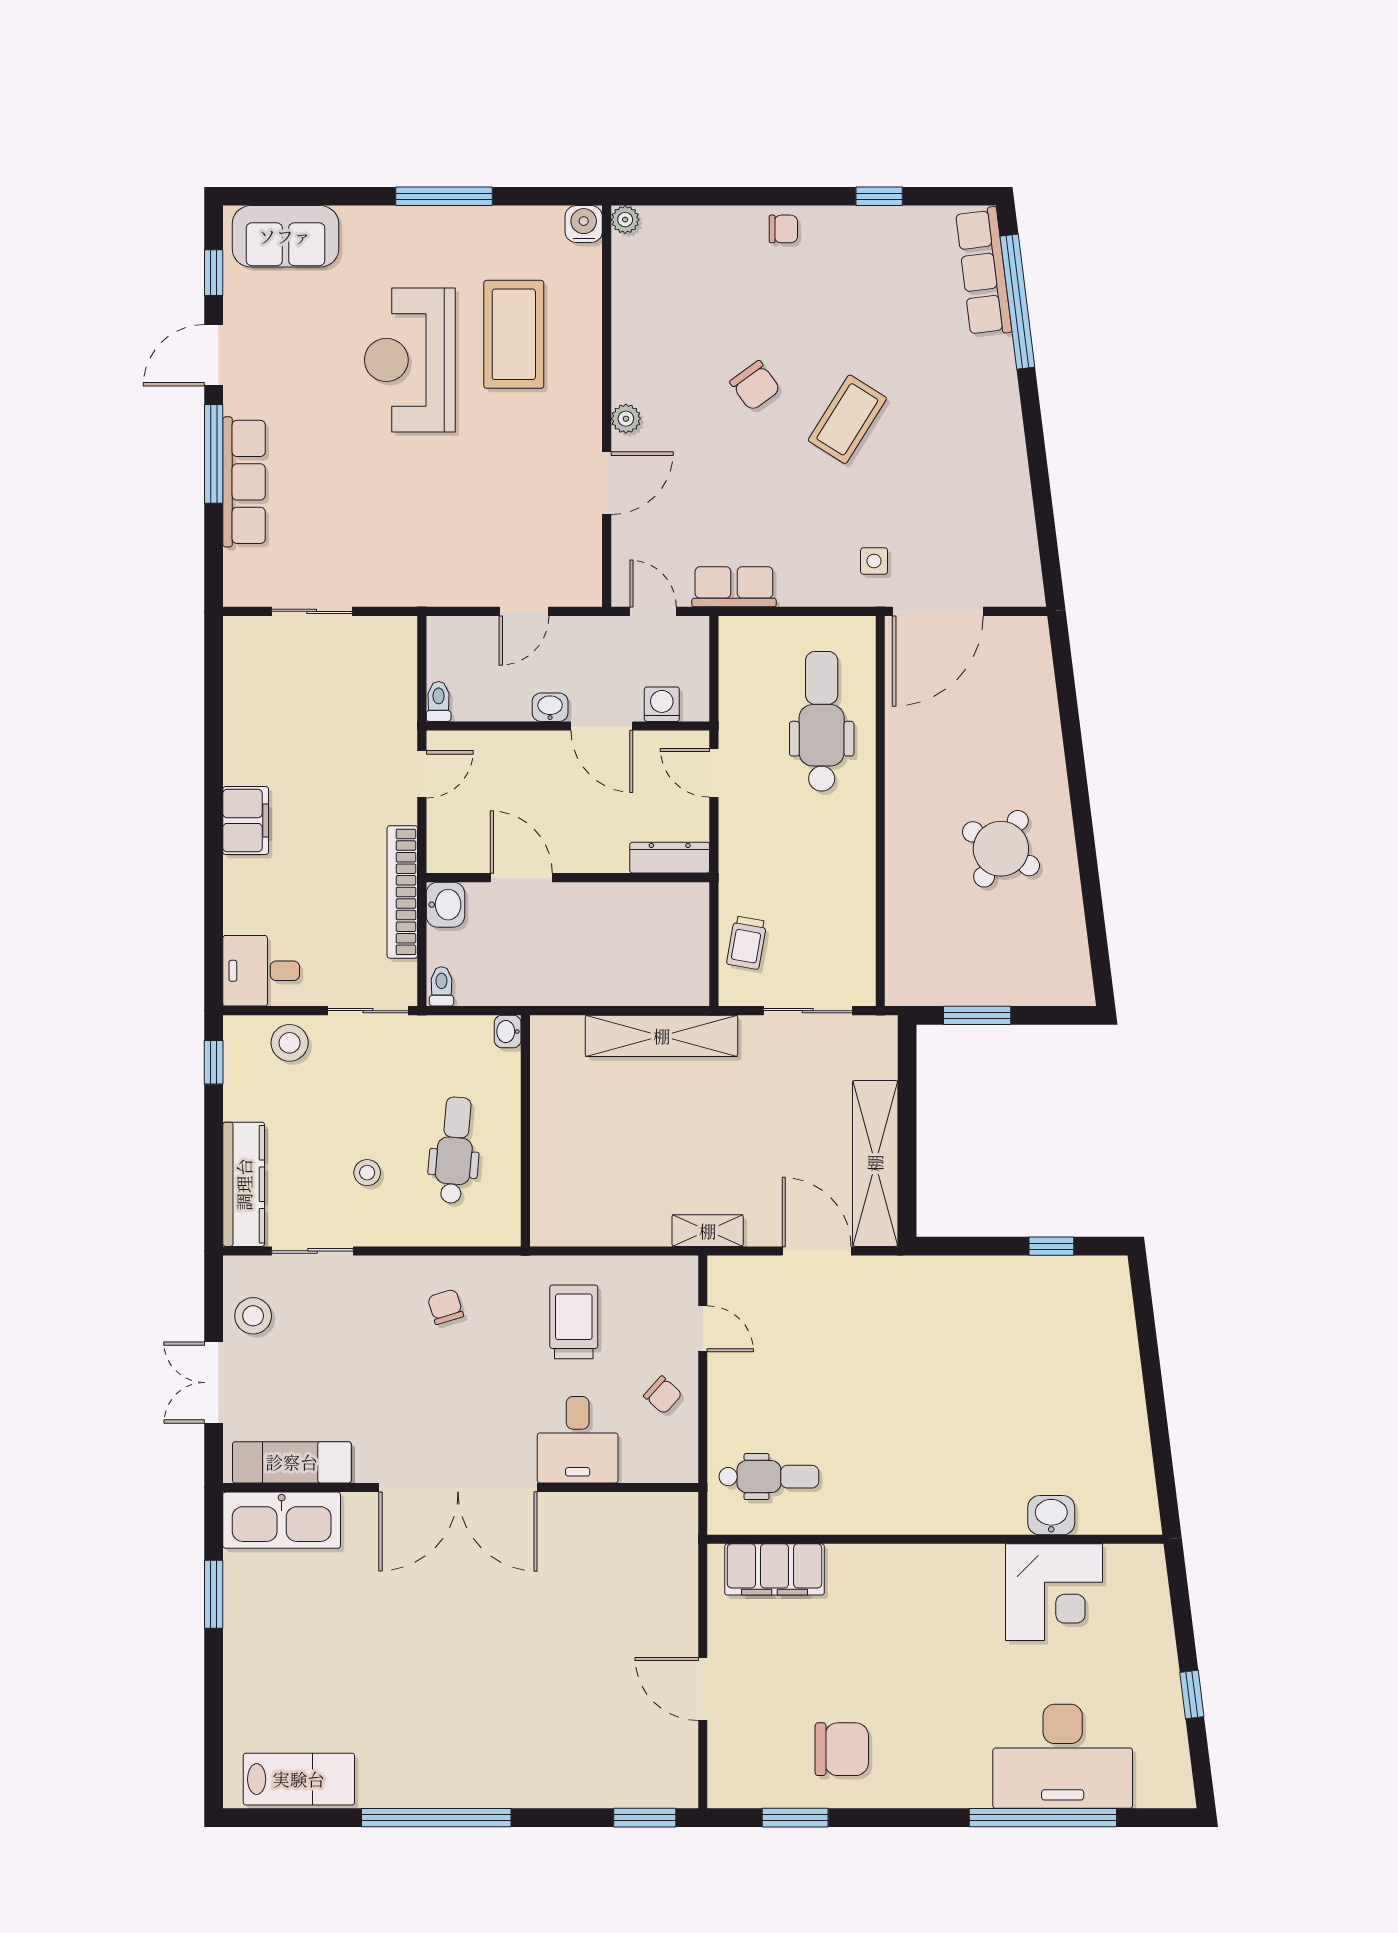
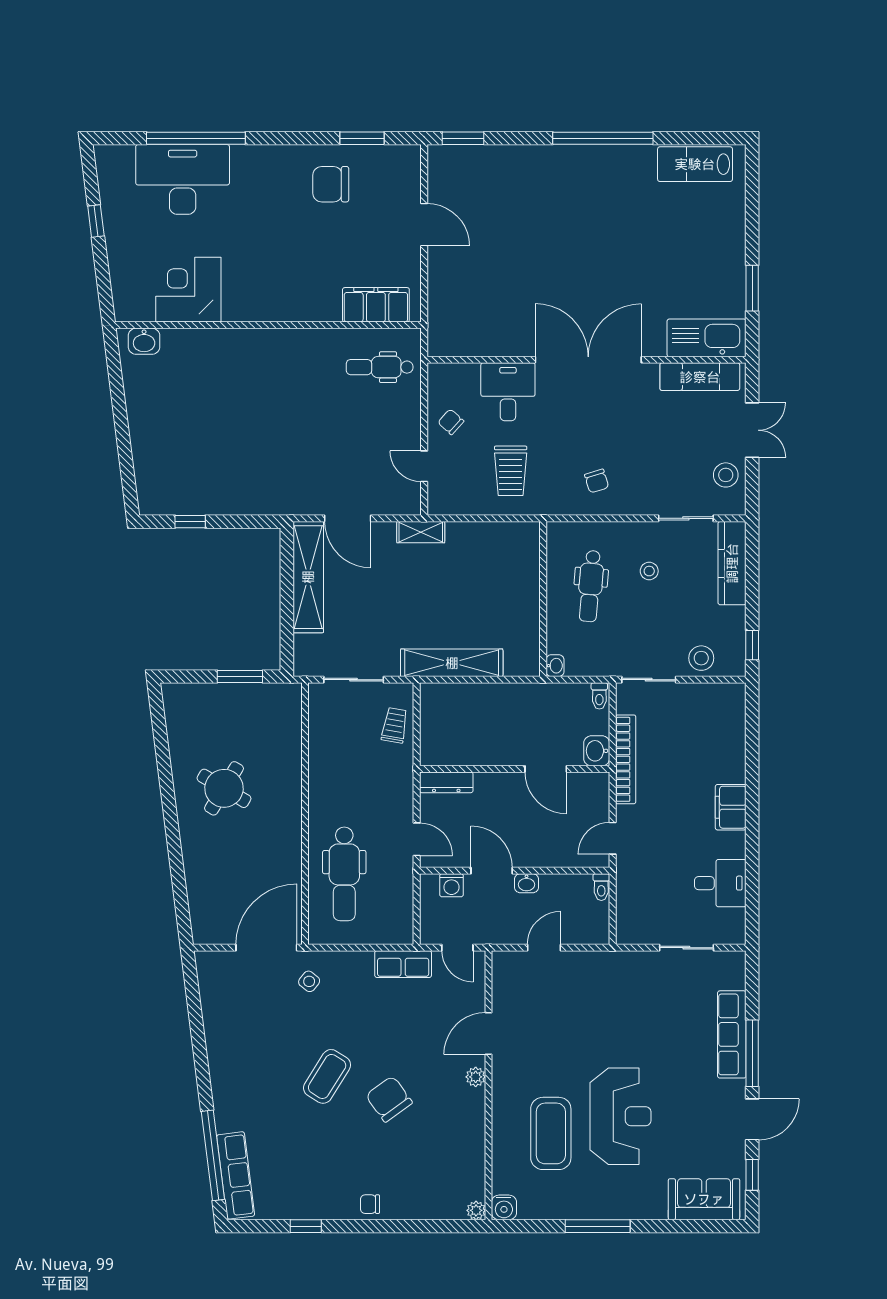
chair: (755, 386) -> (389, 1099), width x1.37, depth x1.37
side table: (874, 561) -> (309, 981), turned 38
desk: (261, 971) -> (720, 883), moved
washbasin: (1051, 1515) -> (144, 341), moved

